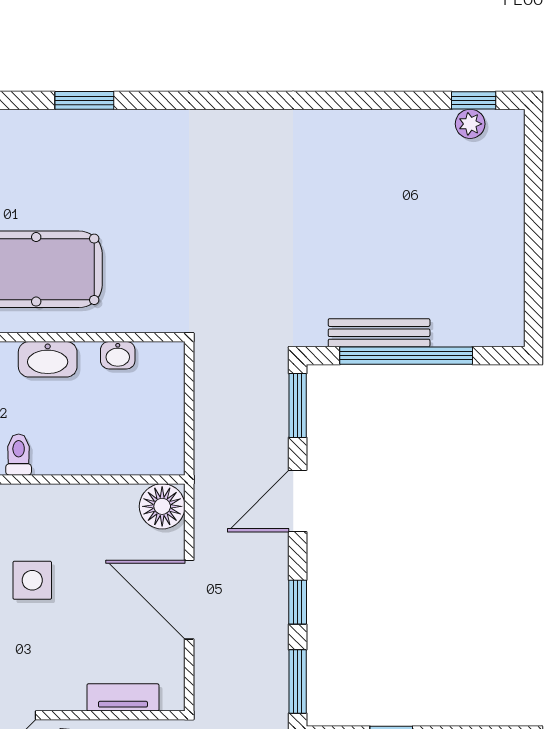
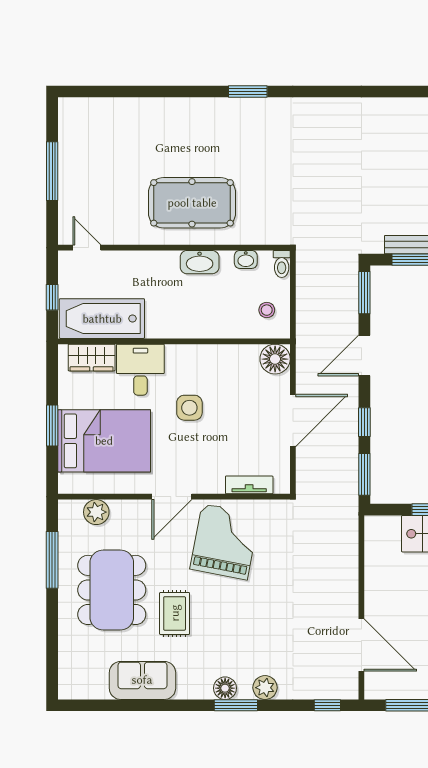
window: (84, 100) -> (248, 92), moved
stool: (150, 432) -> (267, 310), added
toilet: (19, 455) -> (282, 264), moved, turned 180
door: (189, 600) -> (293, 421), swing flipped

